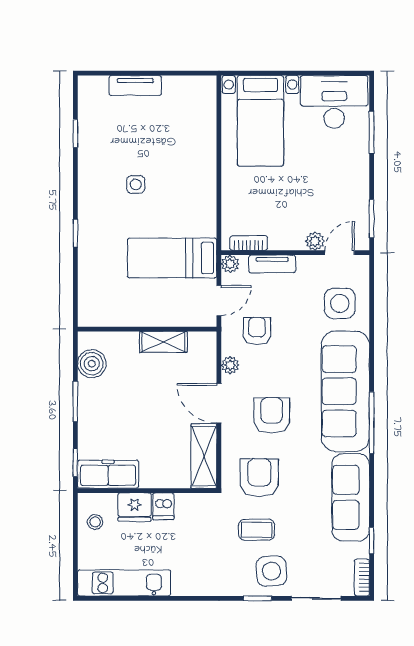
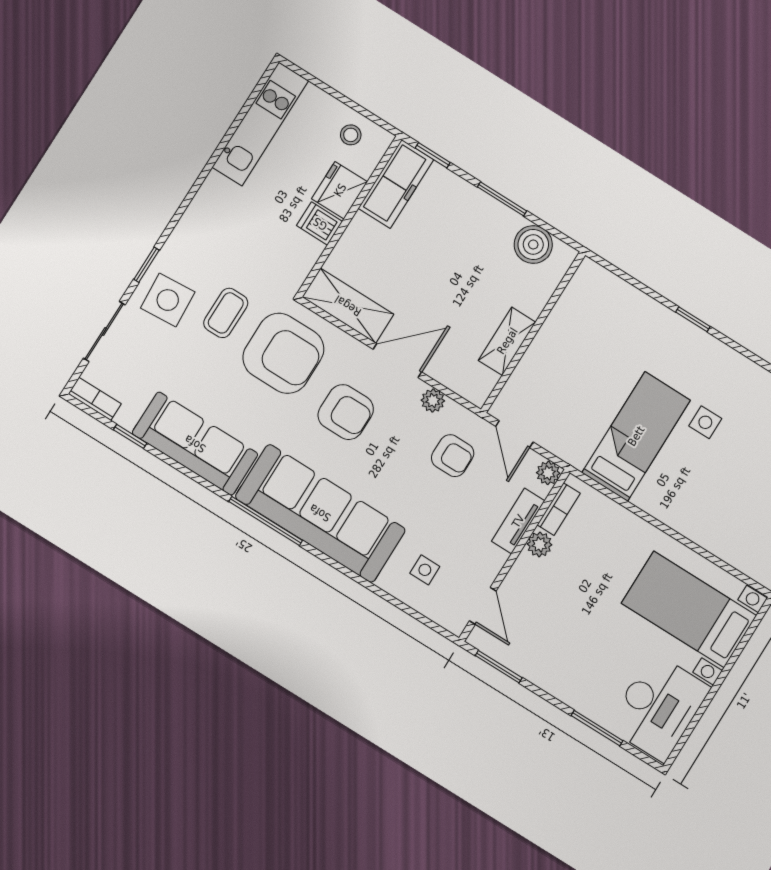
plant: (315, 241) -> (540, 544), moved
bed: (172, 258) -> (636, 436), moved
side table: (340, 303) -> (425, 570), width x0.54, depth x0.54
armchair: (259, 478) -> (283, 353), width x1.36, depth x1.36

